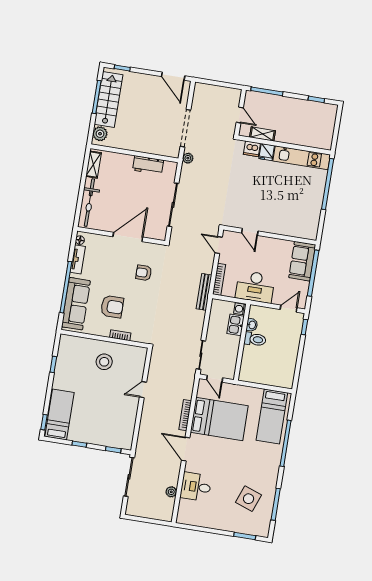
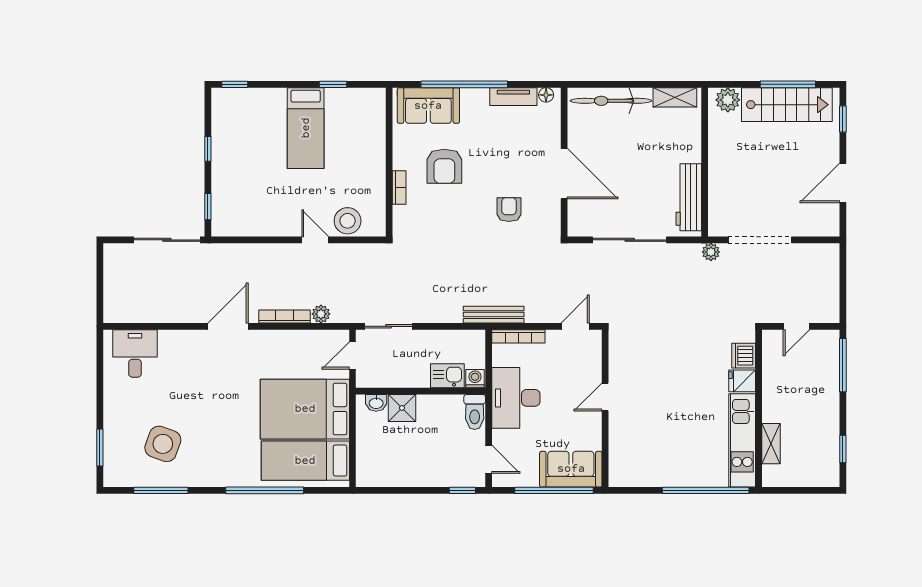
door: (173, 76) -> (843, 183), moved
shelving: (263, 134) -> (771, 444), moved
workbench: (148, 165) -> (689, 197), width x1.38
door: (250, 232) -> (605, 397), moved
sofa: (76, 304) -> (428, 106), width x0.73
washbasin: (252, 325) -> (376, 403), moved
toilet: (255, 339) -> (475, 412), moved
shower: (250, 355) -> (402, 408), added
stool: (104, 362) -> (348, 221), moved
bed: (60, 414) -> (306, 128), moved, turned 90
bed: (219, 419) -> (305, 409), moved, turned 90
desk: (196, 487) -> (135, 353), moved
plant: (171, 492) -> (321, 314), moved

